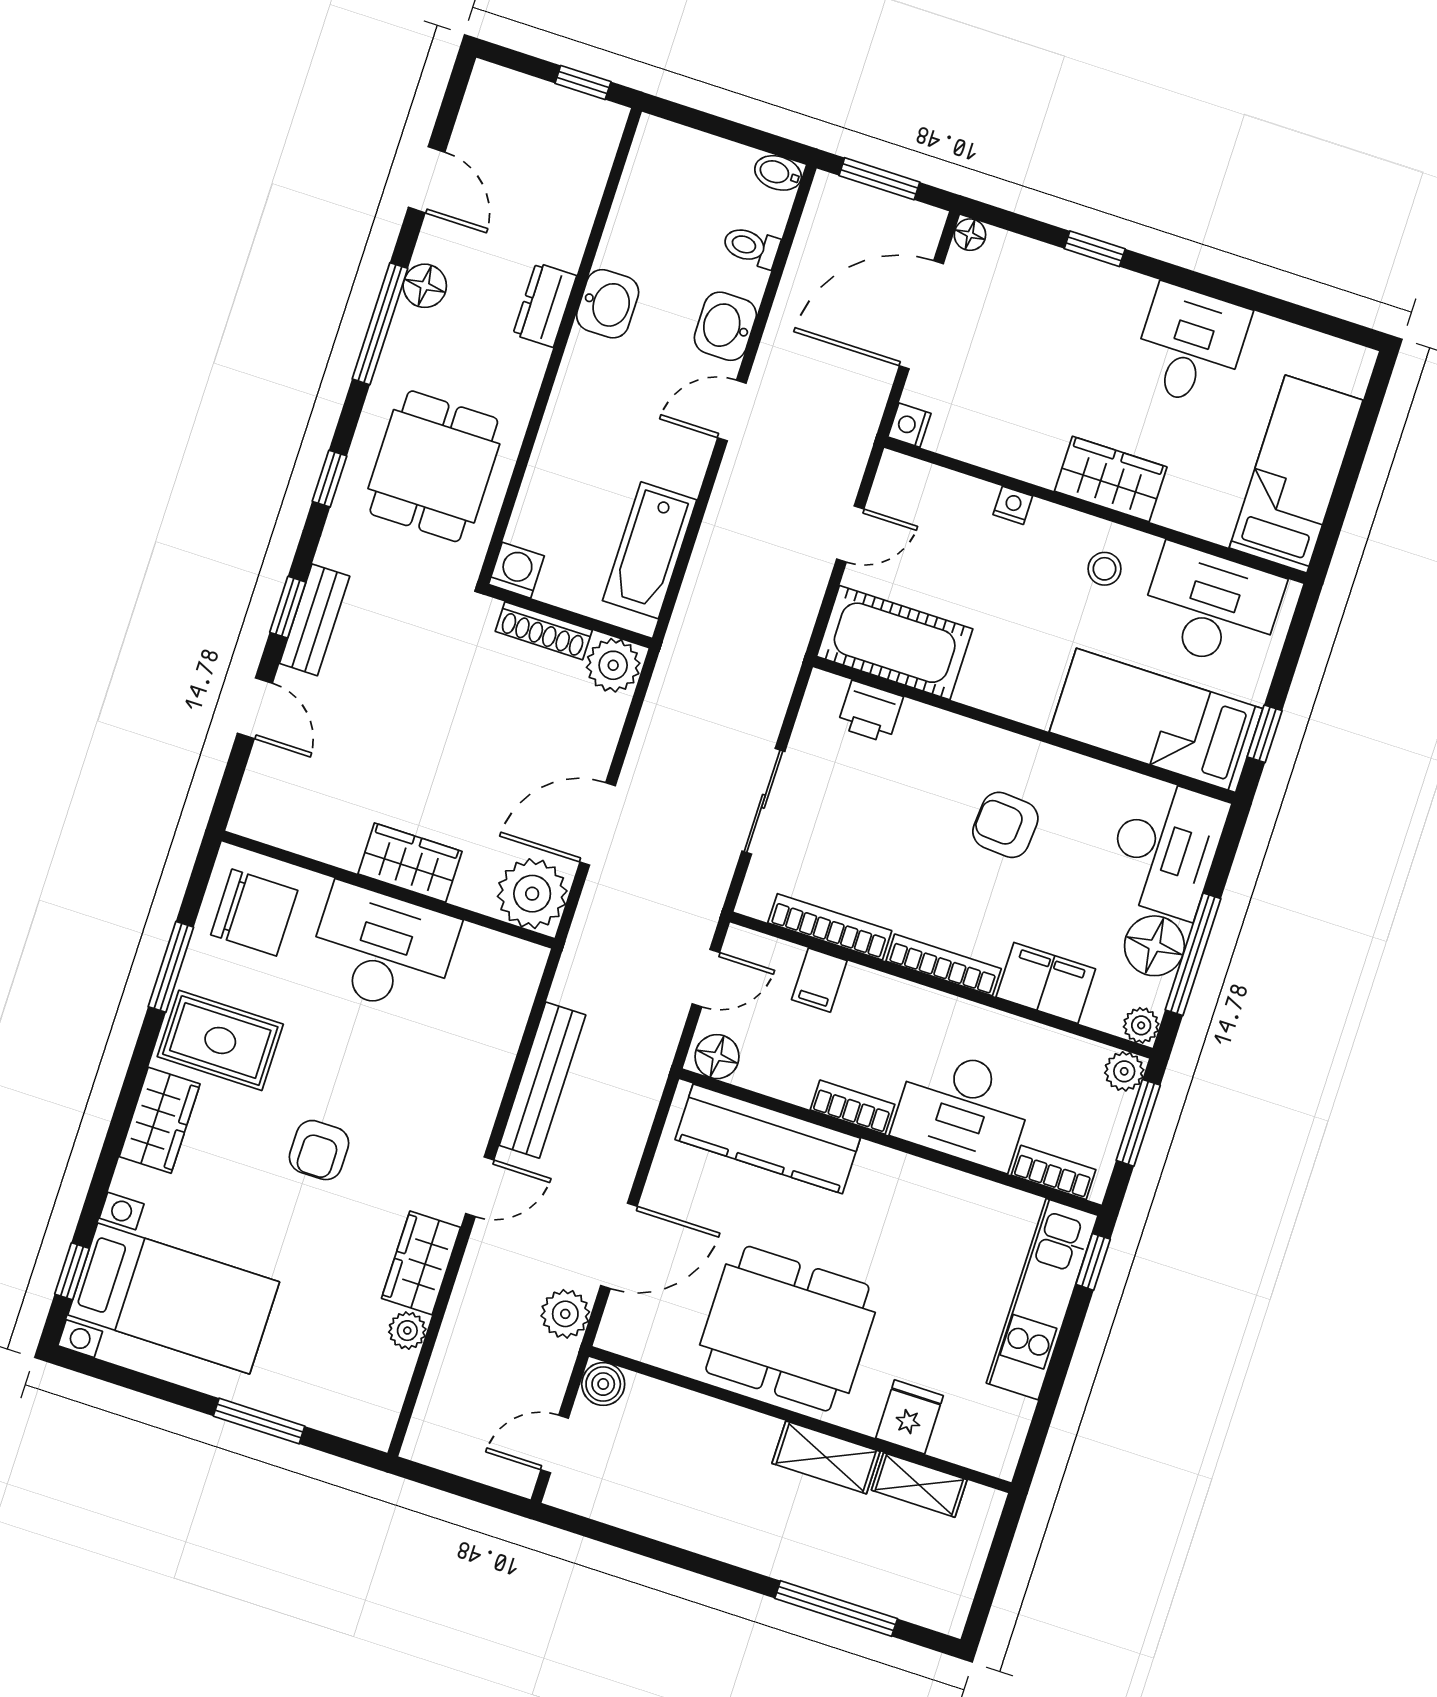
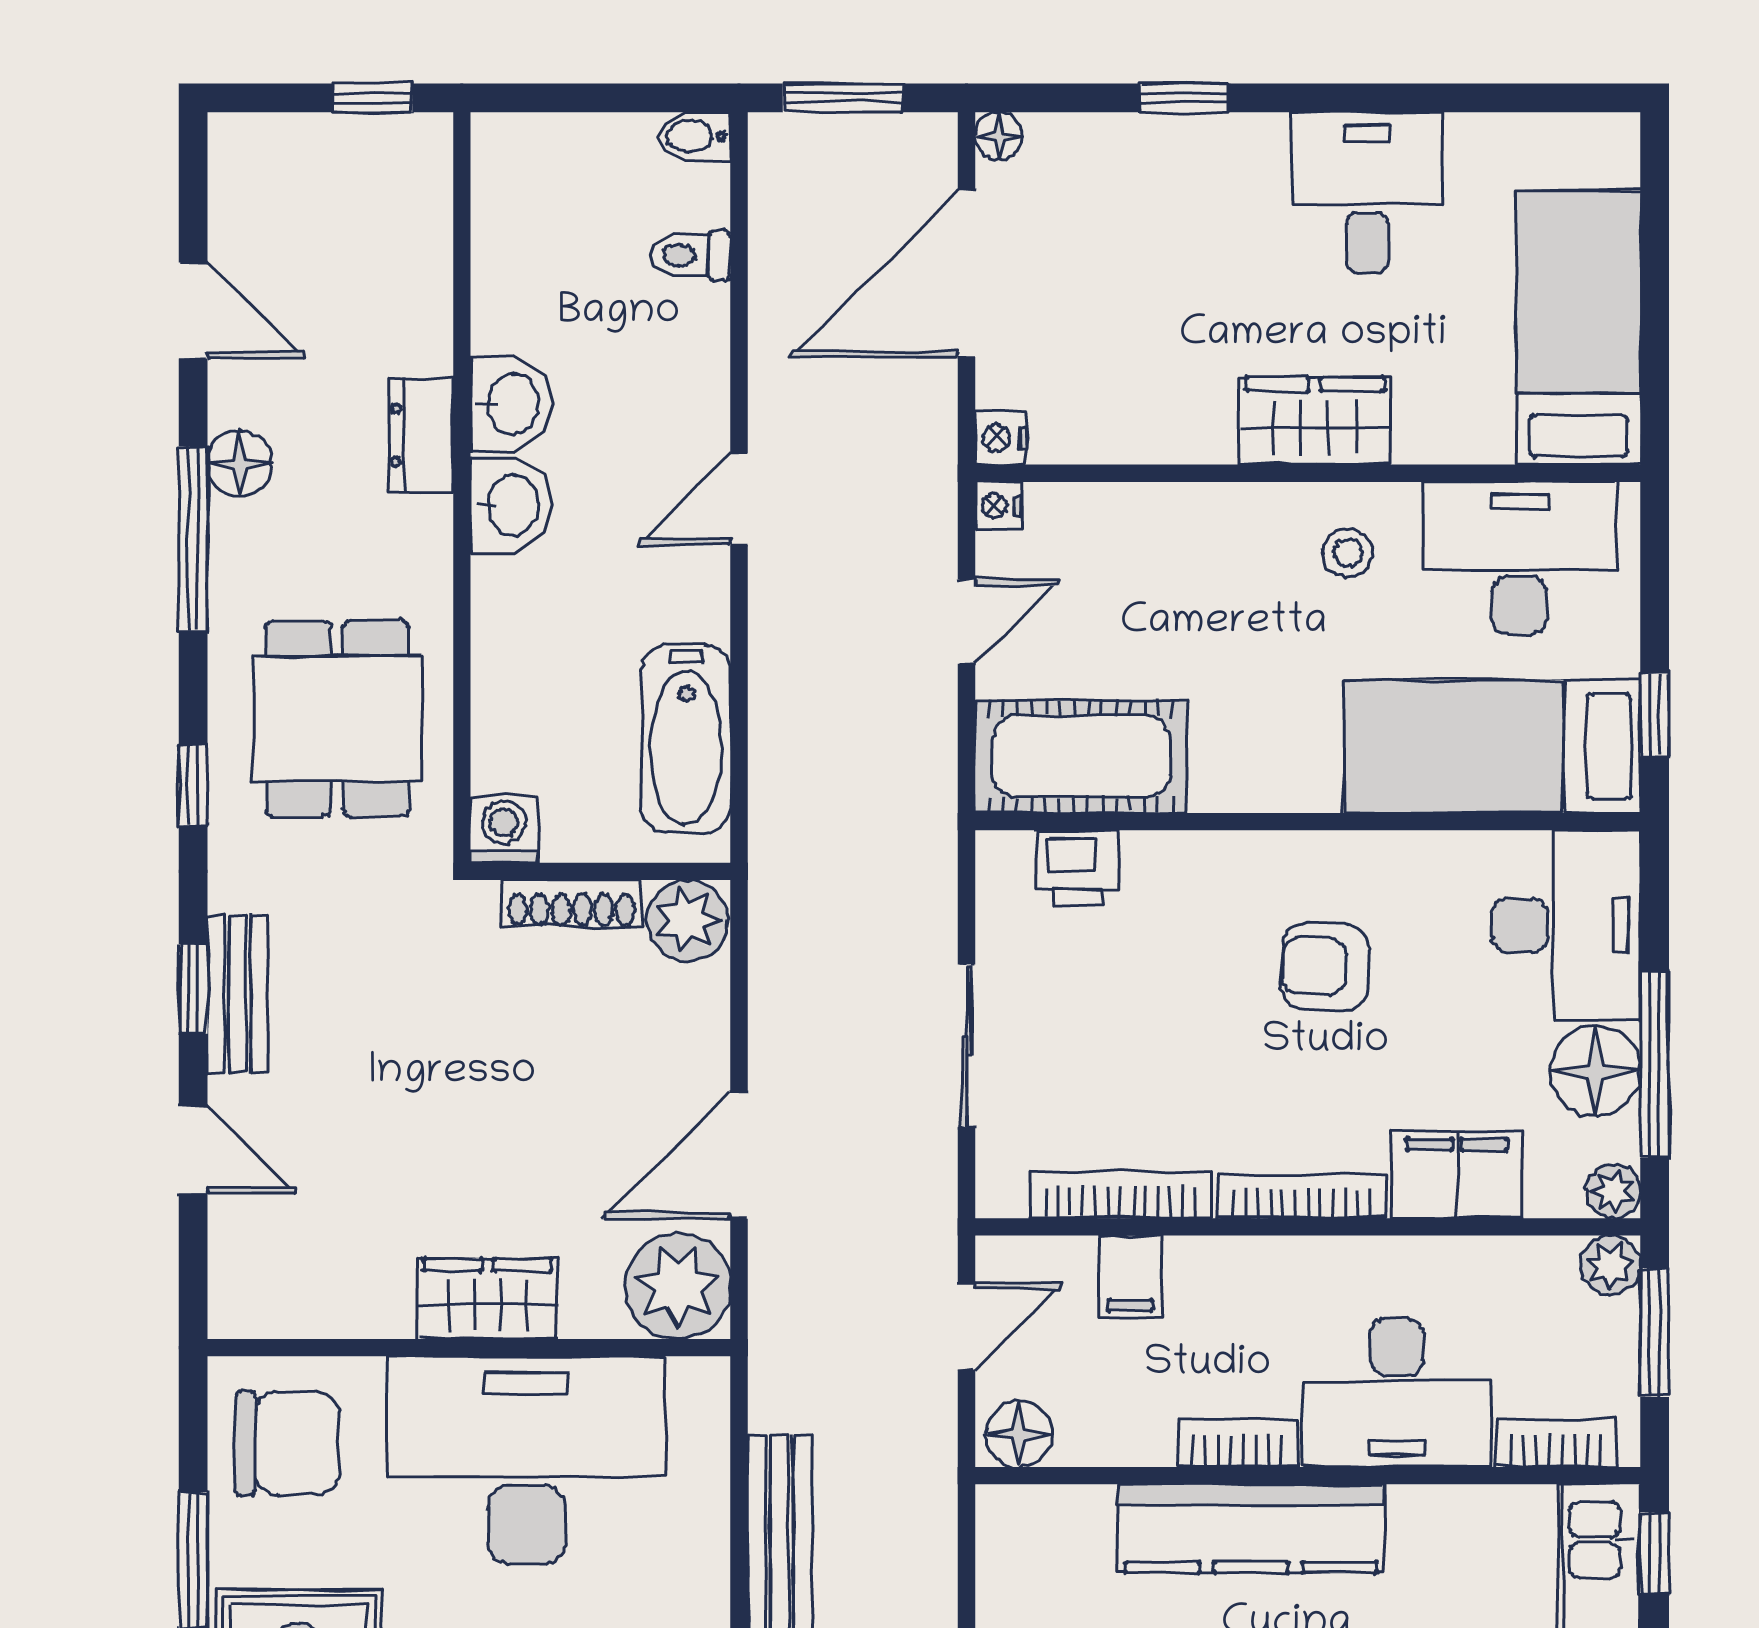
washbasin: (725, 326) -> (511, 505), moved, turned 180
nightstand: (1013, 505) -> (998, 506), moved, turned -90
desk: (383, 950) -> (526, 1460), width x1.36, depth x1.30
kitchen counter: (768, 1139) -> (1251, 1528), moved

